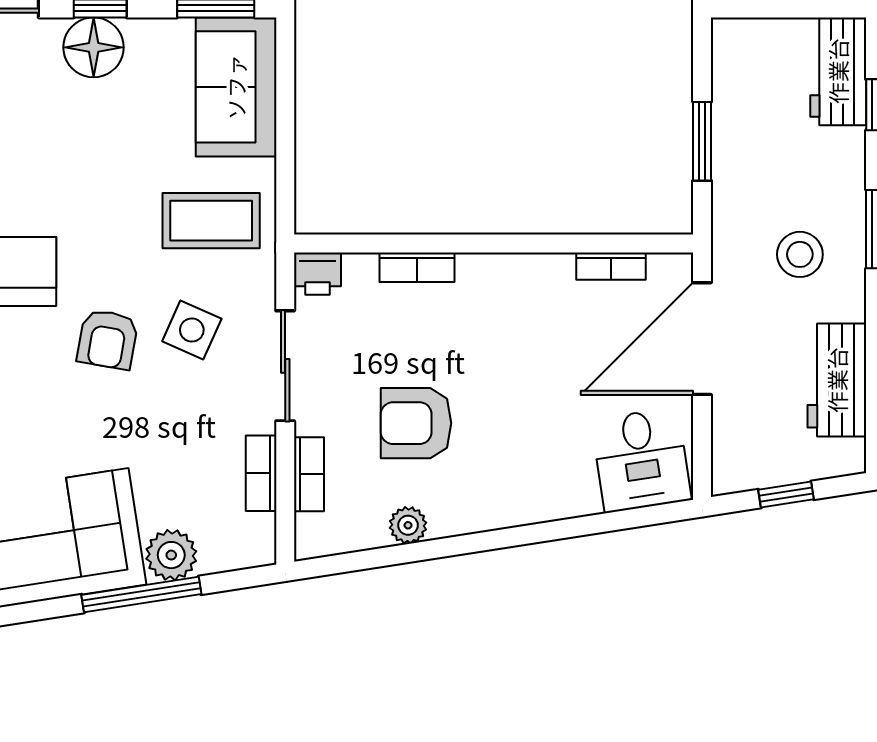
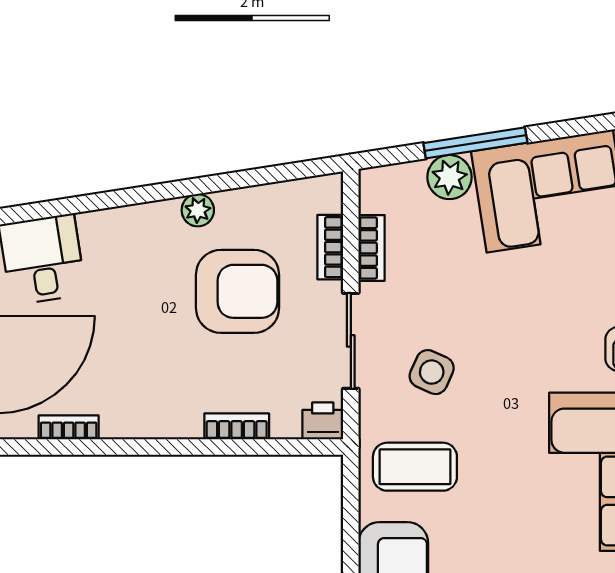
armchair: (108, 339) -> (505, 364), removed
armchair: (416, 423) -> (237, 291), width x1.36, depth x1.36
plant: (408, 525) -> (198, 210), moved

